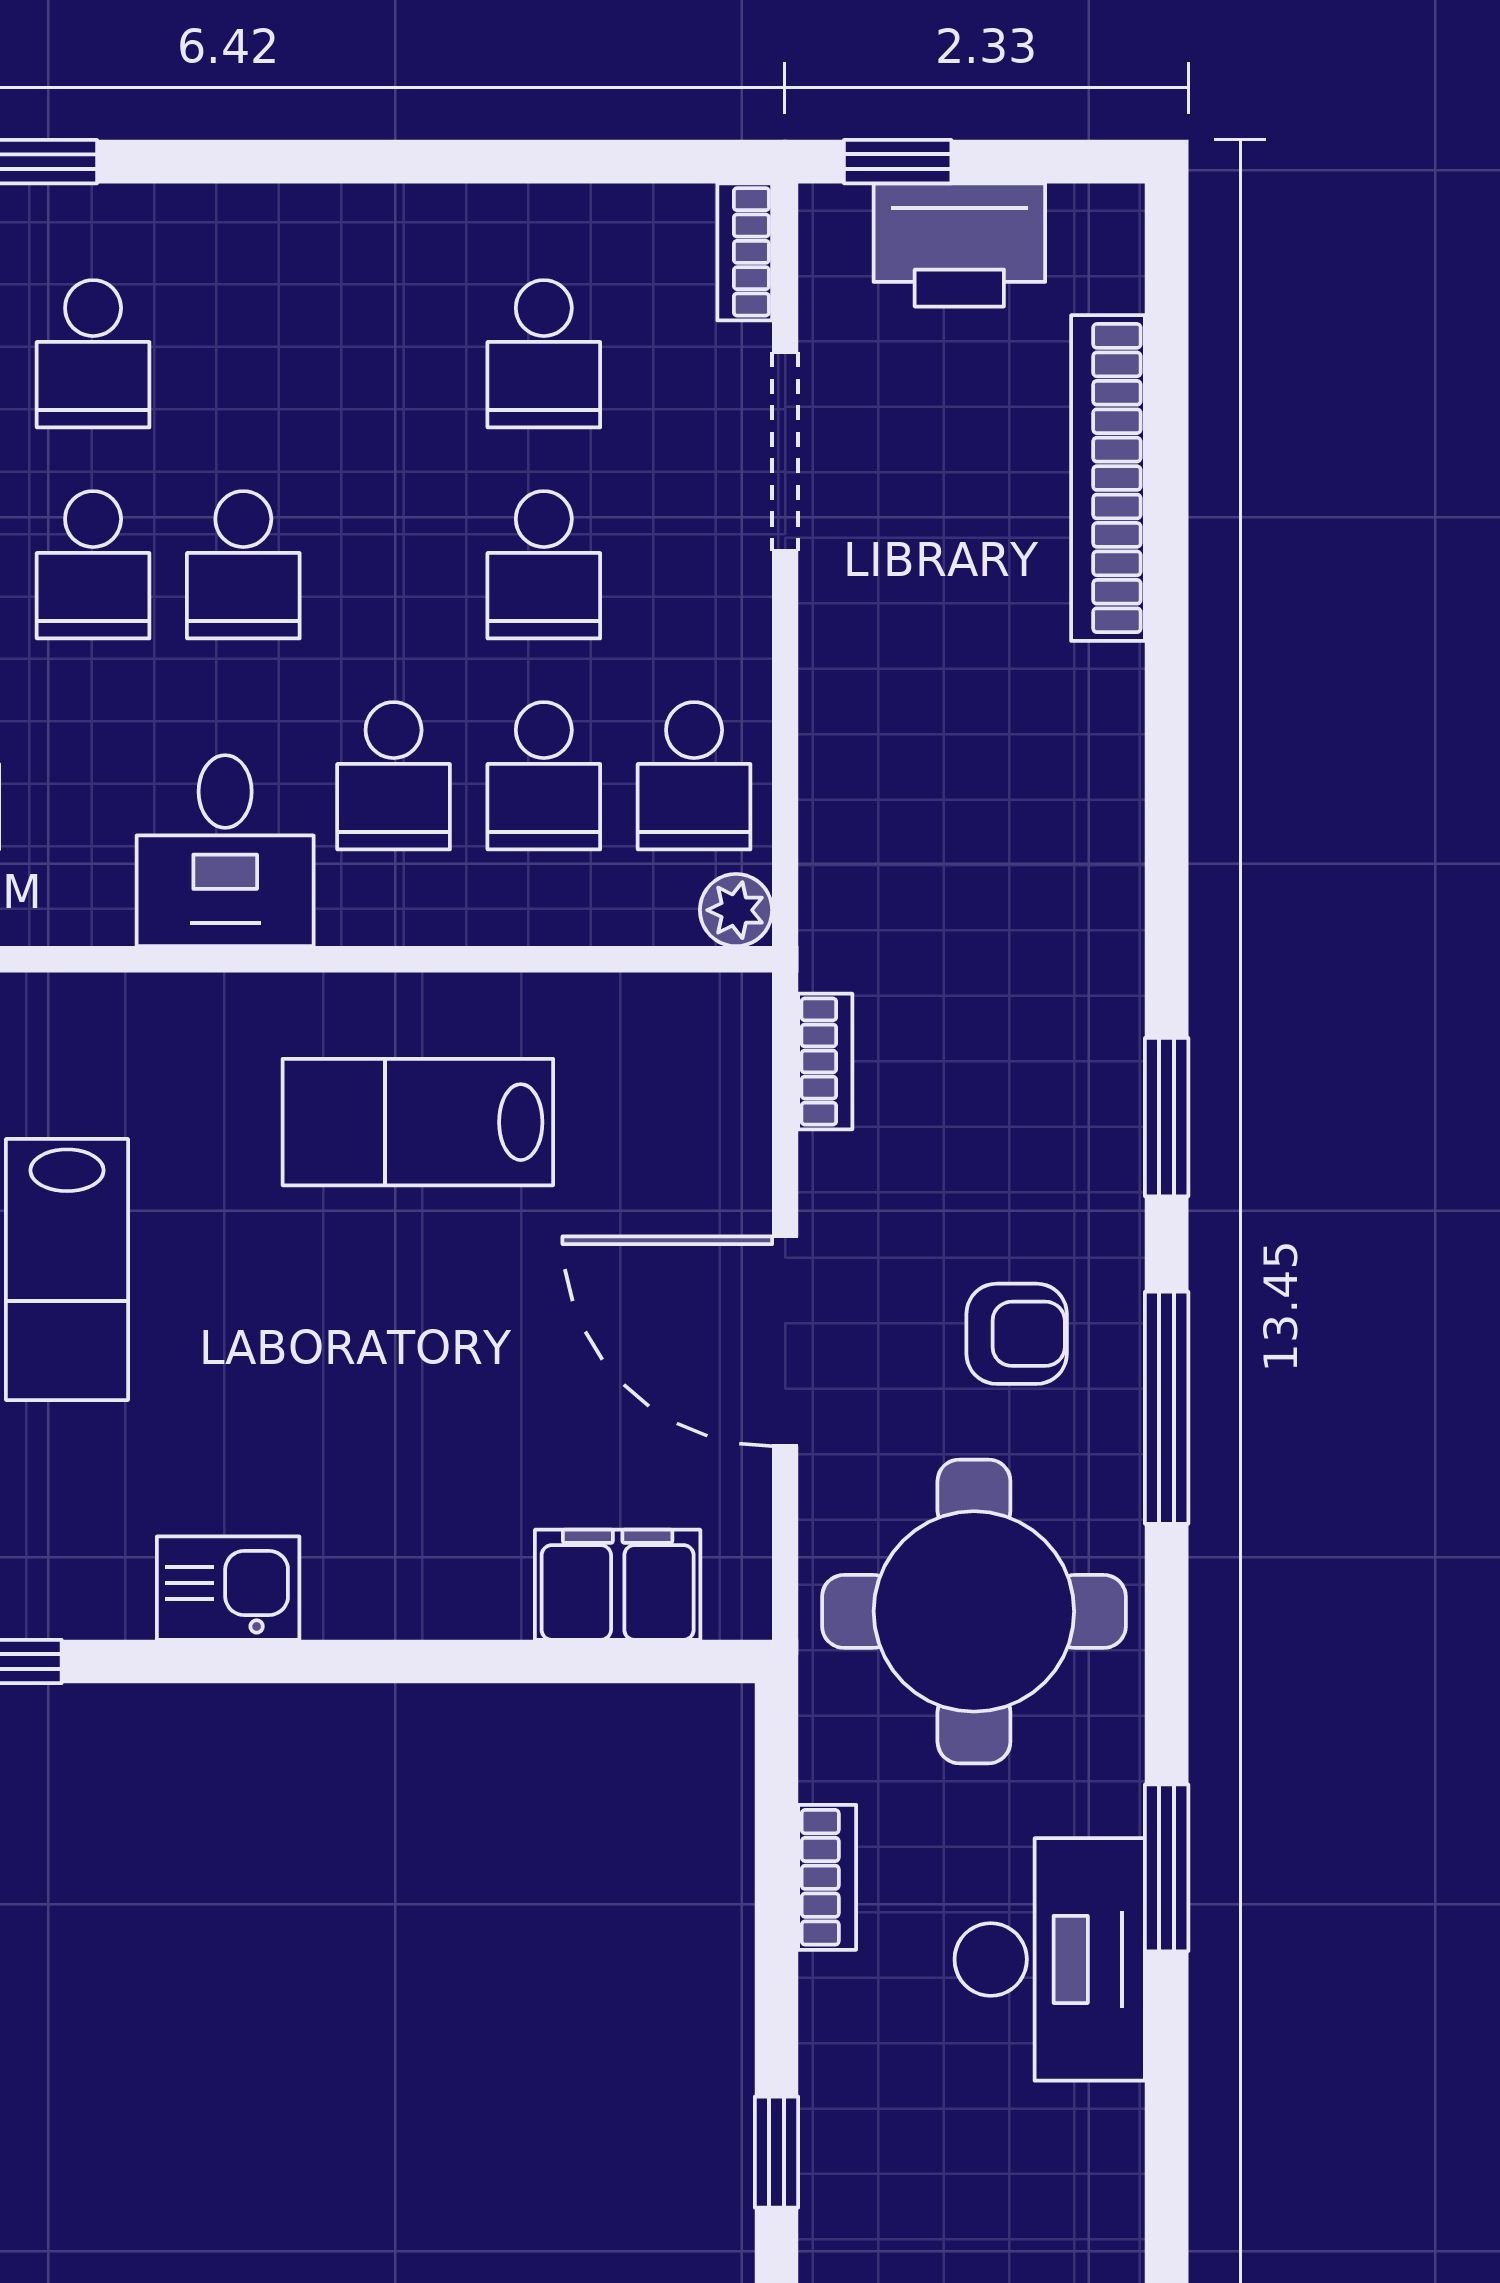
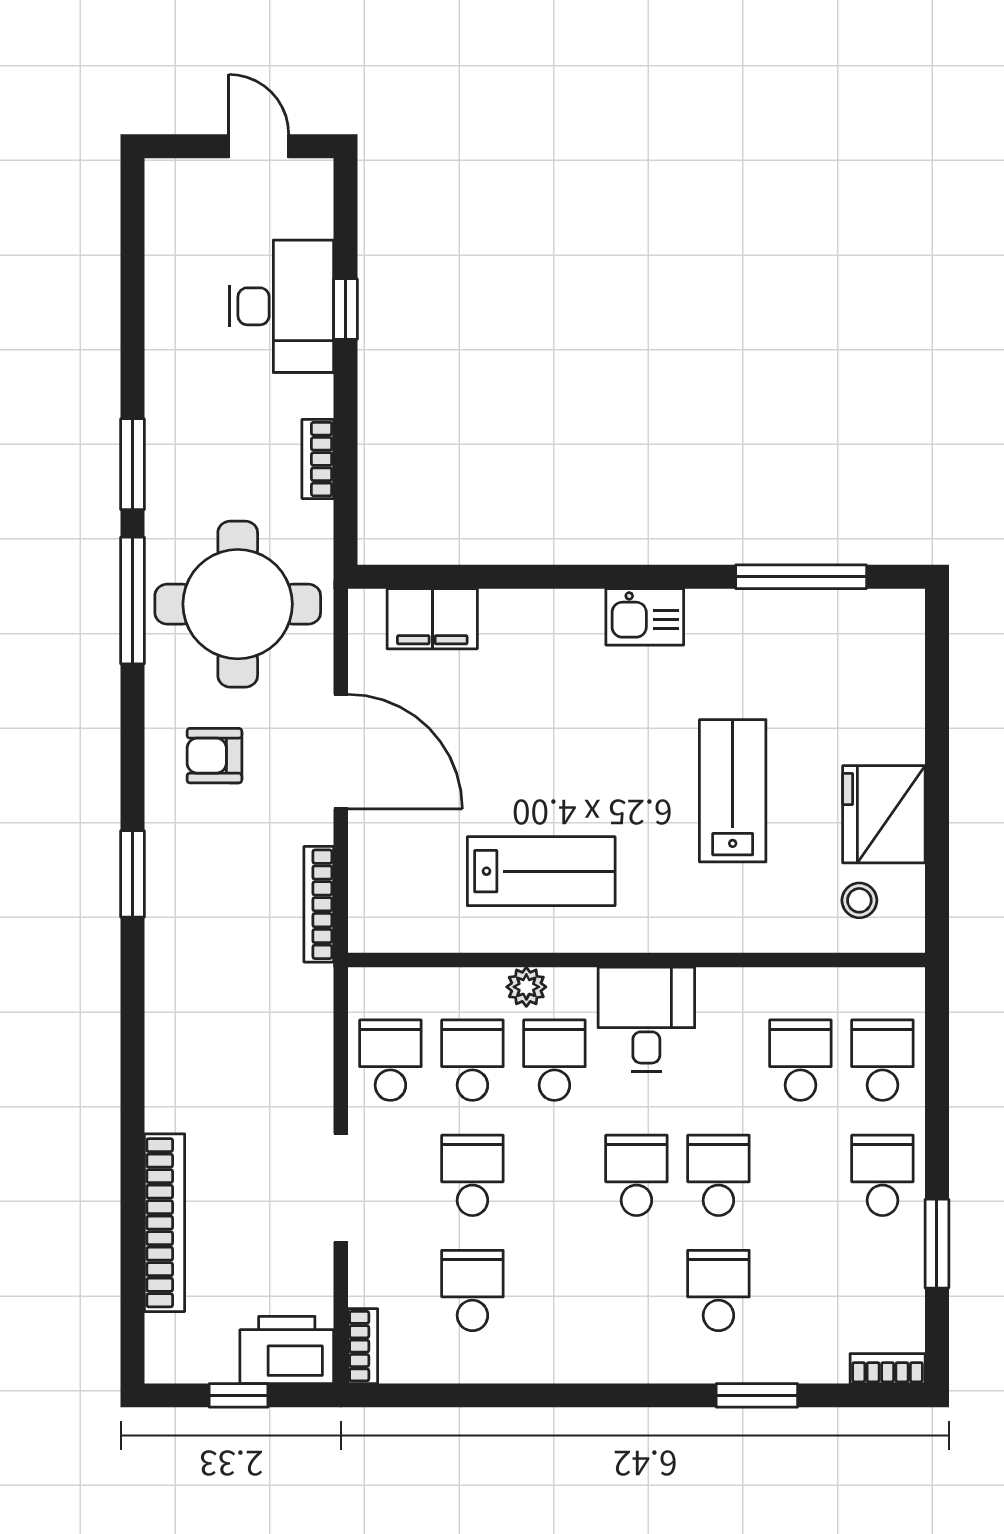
window: (898, 162) -> (239, 1395), moved
printer: (959, 245) -> (287, 1350), moved
doorway: (785, 451) -> (341, 1188), moved
plant: (736, 910) -> (526, 987), moved
bookcase: (825, 1062) -> (319, 904), width x1.56
window: (1167, 1408) -> (133, 601), moved
desk: (1050, 1959) -> (282, 306), moved, turned 180

